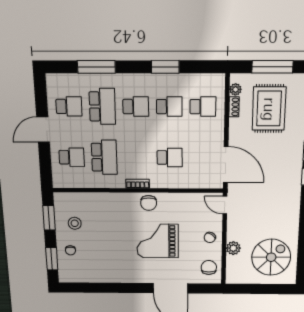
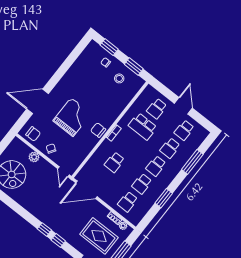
school desk: (102, 107) -> (170, 148), width x0.54
door: (225, 205) -> (64, 172), swing flipped

